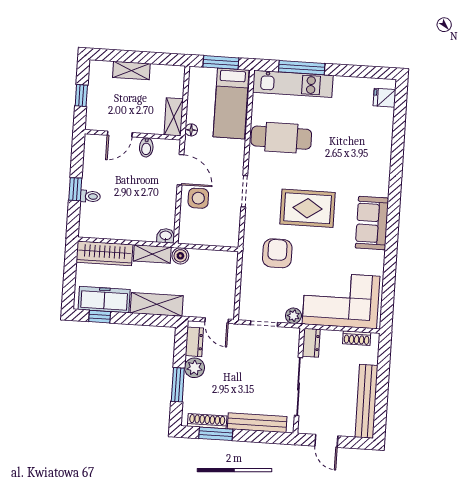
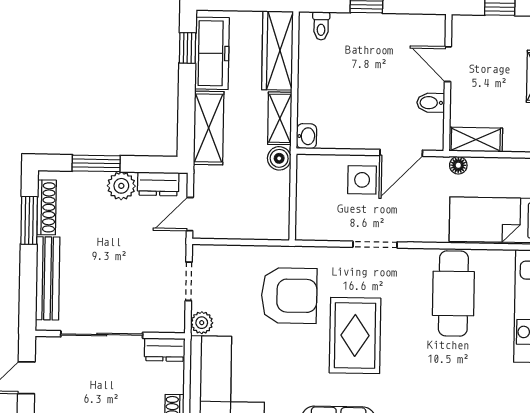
toilet: (90, 196) -> (321, 26), moved
armchair: (277, 253) -> (289, 296), width x1.36, depth x1.36

